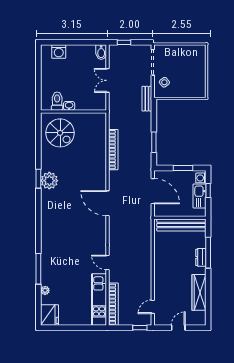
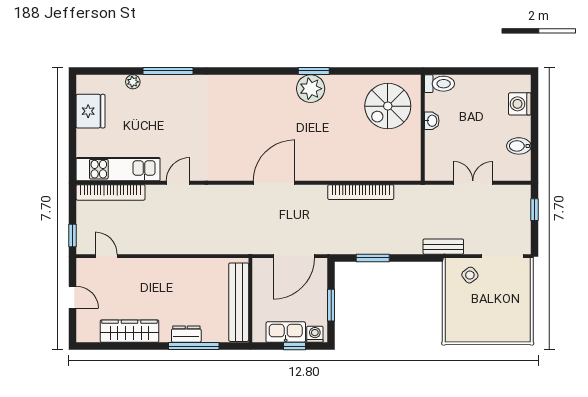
bidet: (101, 52) -> (519, 146), moved
toilet: (57, 101) -> (439, 84), moved
fridge: (49, 315) -> (90, 111), moved, turned -90

